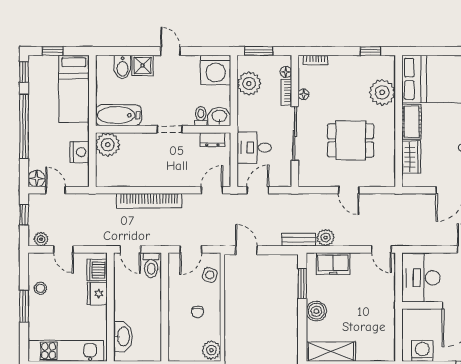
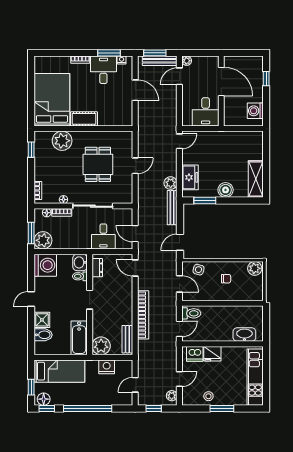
plant: (249, 84) -> (43, 240), moved
wardrobe: (411, 157) -> (110, 119), removed
floor lamp: (36, 178) -> (44, 399), moved
bench: (117, 180) -> (127, 339), added
bench: (299, 240) -> (172, 208), width x1.36
desk: (421, 278) -> (206, 112), width x0.73

